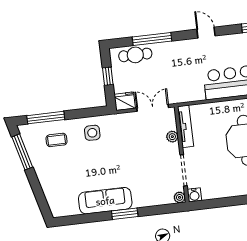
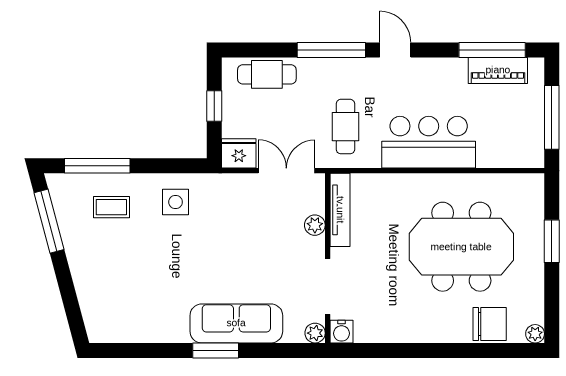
window: (152, 39) -> (331, 50), moved
cafe table: (183, 79) -> (345, 127), added
sofa: (105, 201) -> (236, 323), moved

